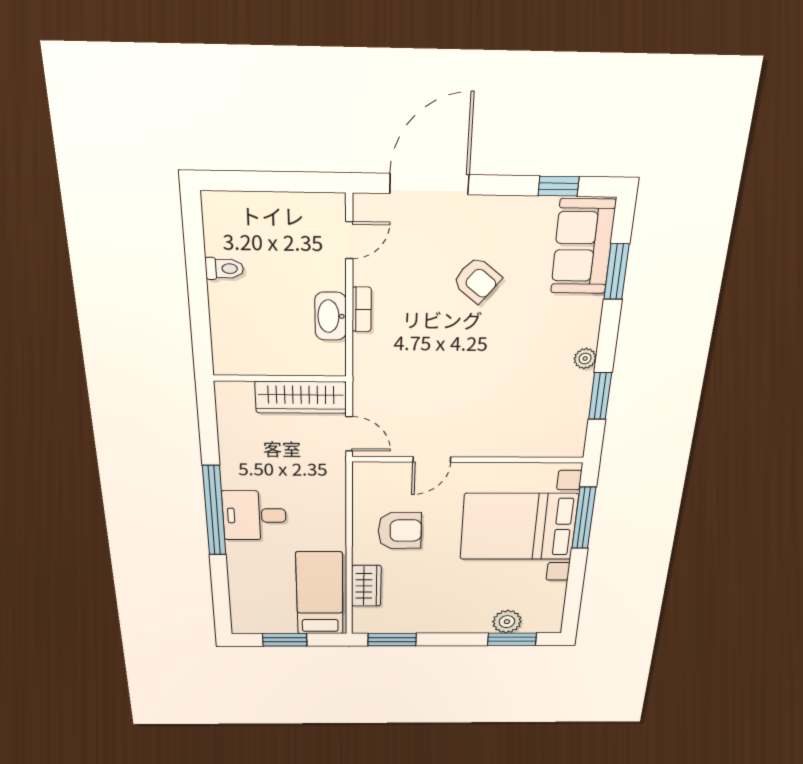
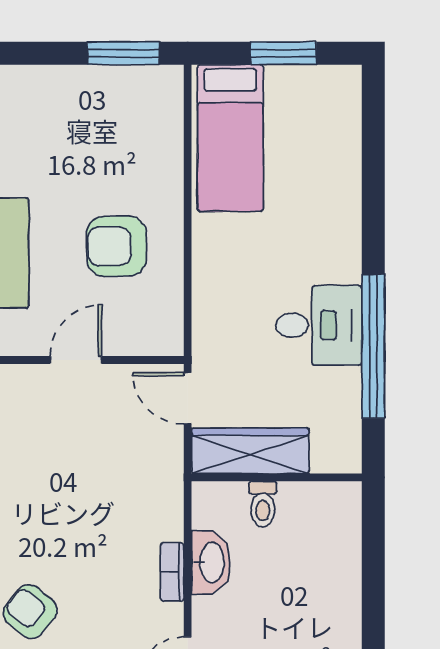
toilet: (224, 269) -> (263, 504), moved, turned -90
window: (214, 511) -> (373, 346), moved
desk: (254, 515) -> (319, 325), moved
wardrobe: (366, 586) -> (163, 152), removed

